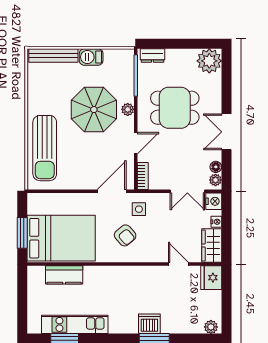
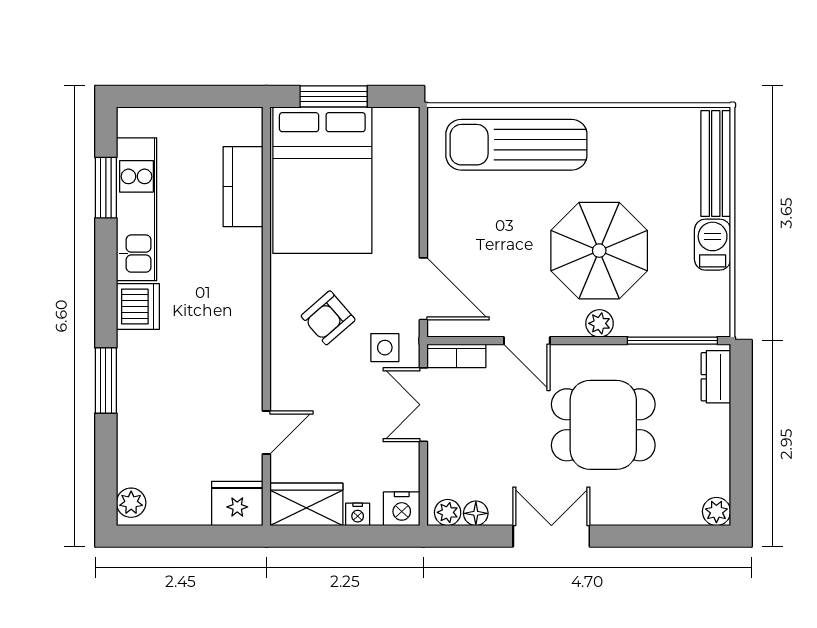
plant: (209, 61) -> (716, 511), width x0.53, depth x0.53
dining table: (175, 108) -> (603, 425), turned 90
double door: (187, 191) -> (423, 405), moved
dishwasher: (149, 324) -> (138, 306), moved

